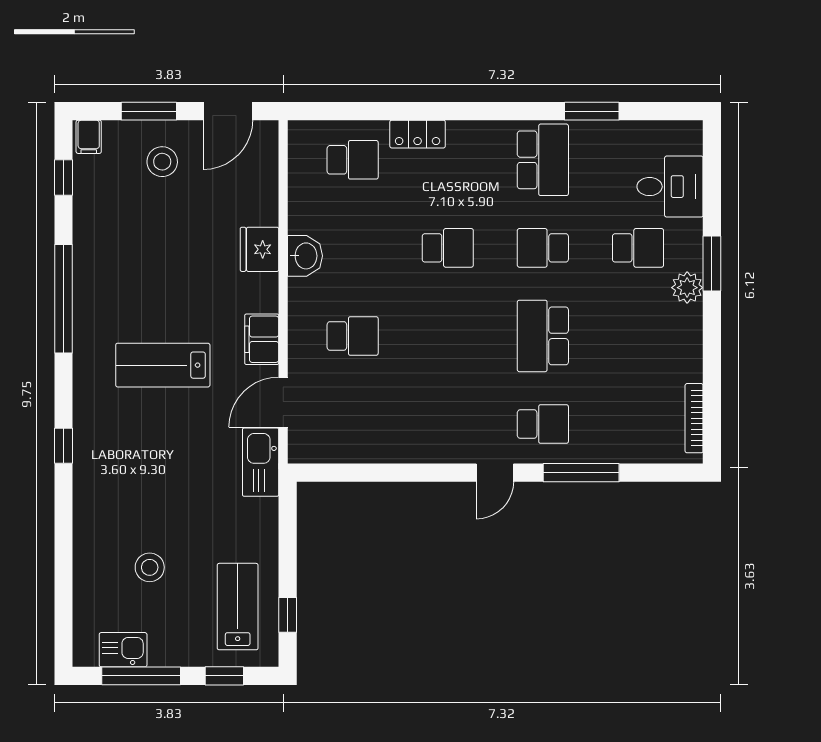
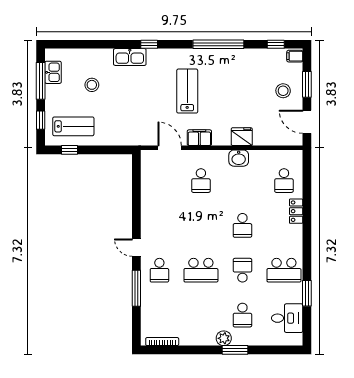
desk: (670, 187) -> (287, 318), moved, turned -90
school desk: (543, 336) -> (201, 270), turned 180
kitchen sink: (261, 462) -> (130, 57), moved, turned 180

